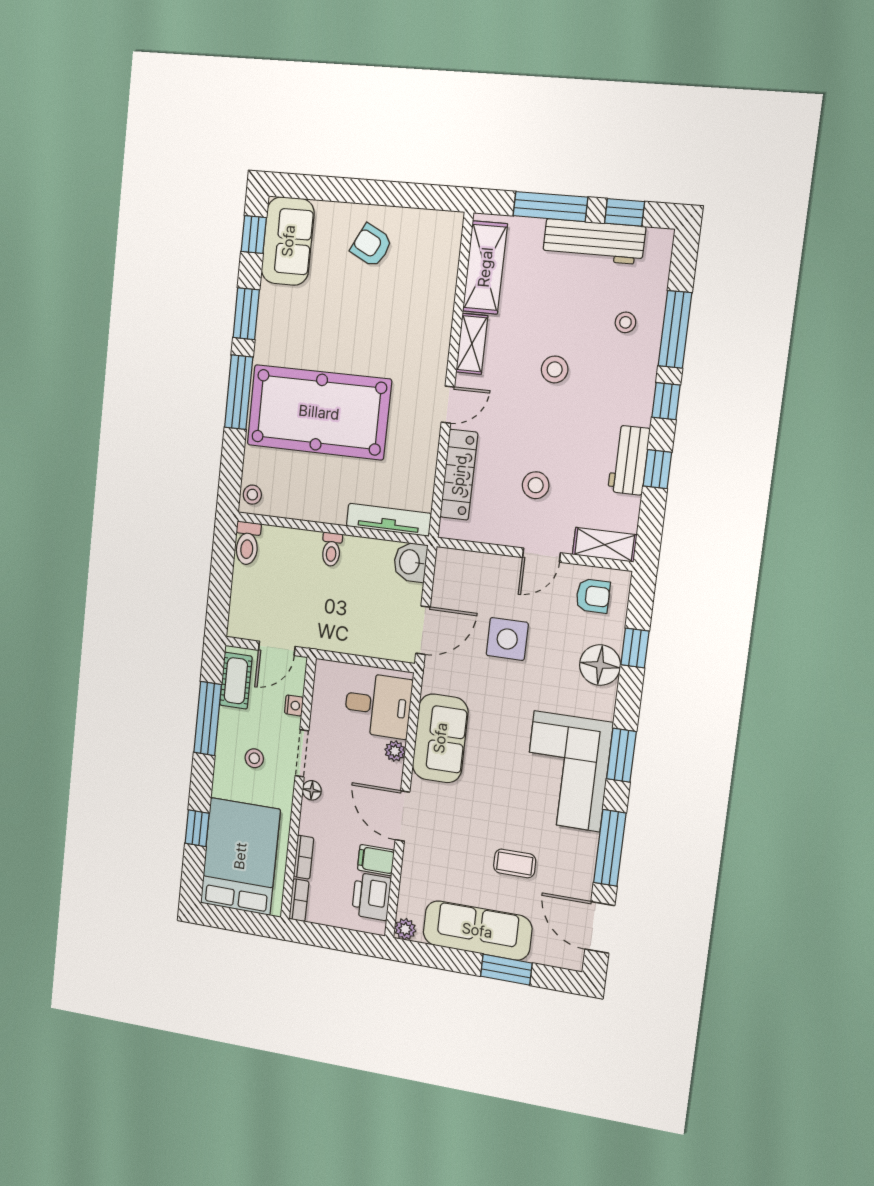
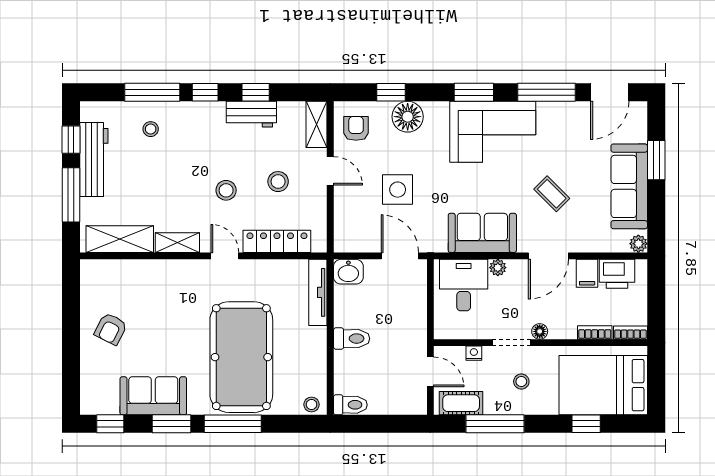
sofa: (288, 241) -> (153, 396), moved
stool: (555, 369) -> (226, 190), moved
toilet: (332, 549) -> (352, 339), width x1.37, depth x1.39
coffee table: (515, 863) -> (552, 194), moved, turned -45

